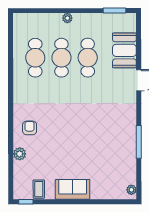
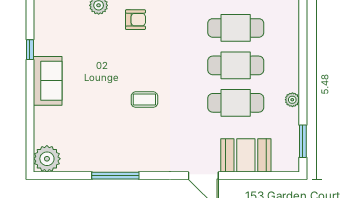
plant: (67, 18) -> (292, 100), moved
coffee table: (39, 189) -> (144, 100), moved
plant: (131, 190) -> (47, 159), width x1.87, depth x1.87
window: (26, 202) -> (30, 50), moved

